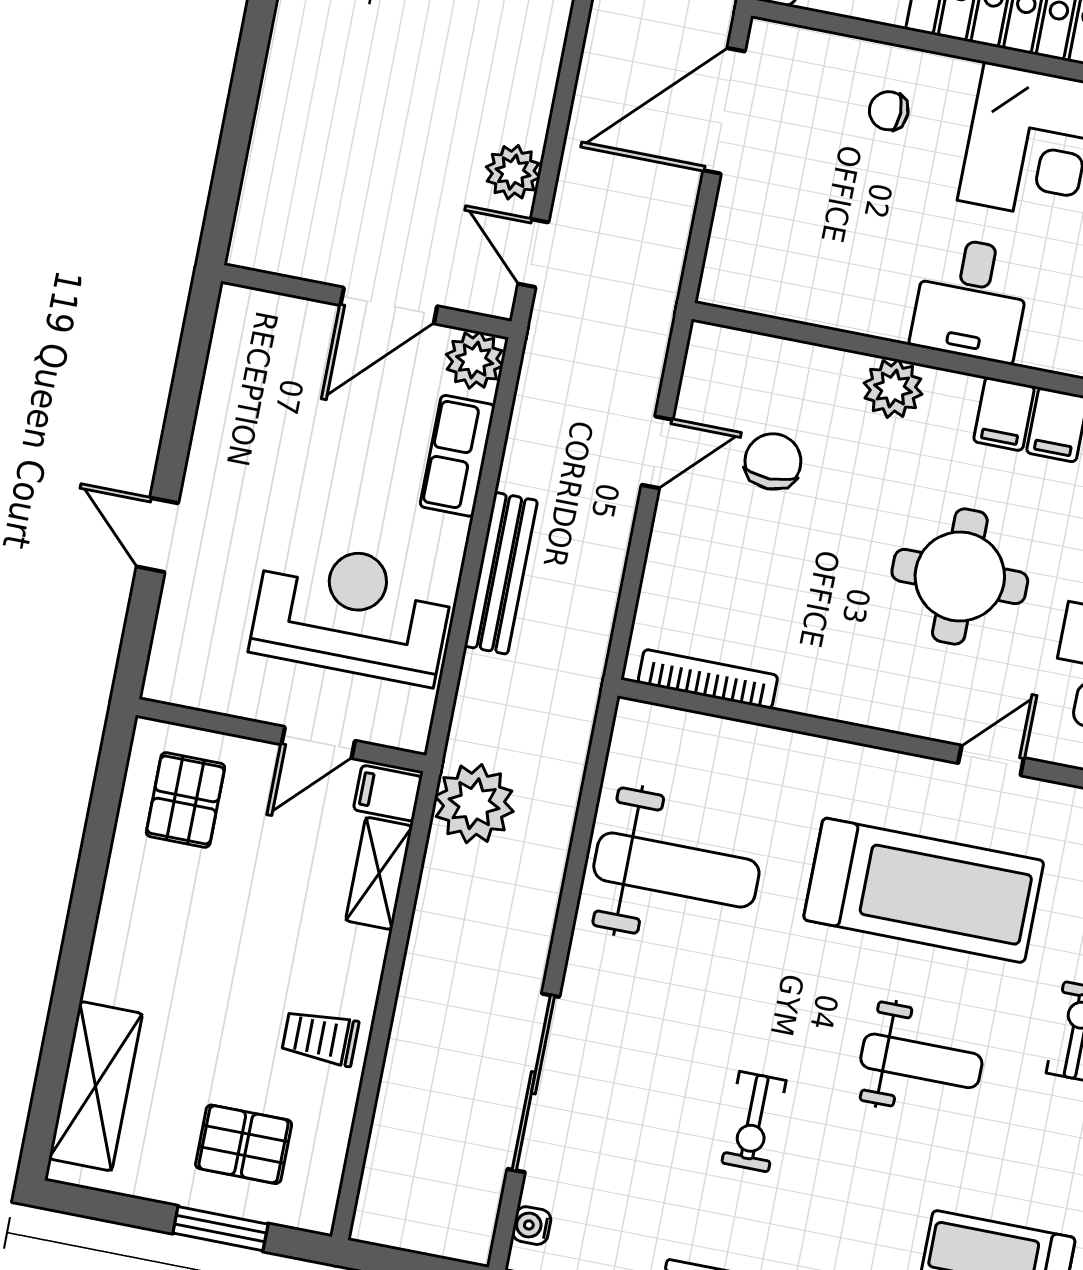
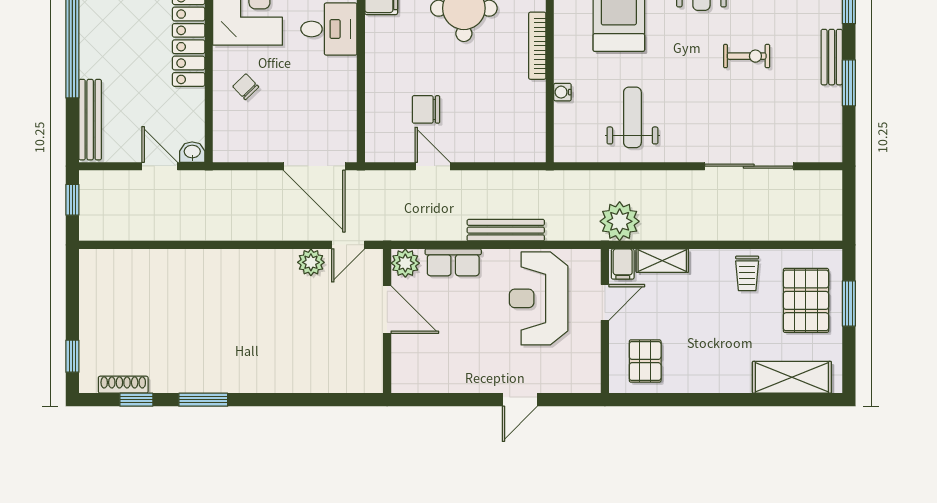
door: (724, 111) -> (314, 166), moved
chair: (889, 111) -> (246, 87), turned 136
plant: (893, 389) -> (379, 58), removed
bookcase: (708, 679) -> (537, 46), moved
door: (318, 743) -> (605, 302), hinge flipped
pallet: (185, 800) -> (645, 361), turned 90
weight bench: (676, 870) -> (632, 117), width x0.73, depth x0.75
pallet: (244, 1144) -> (806, 300), width x1.50, depth x1.42
water cooler: (532, 1226) -> (562, 92), moved, turned 90

